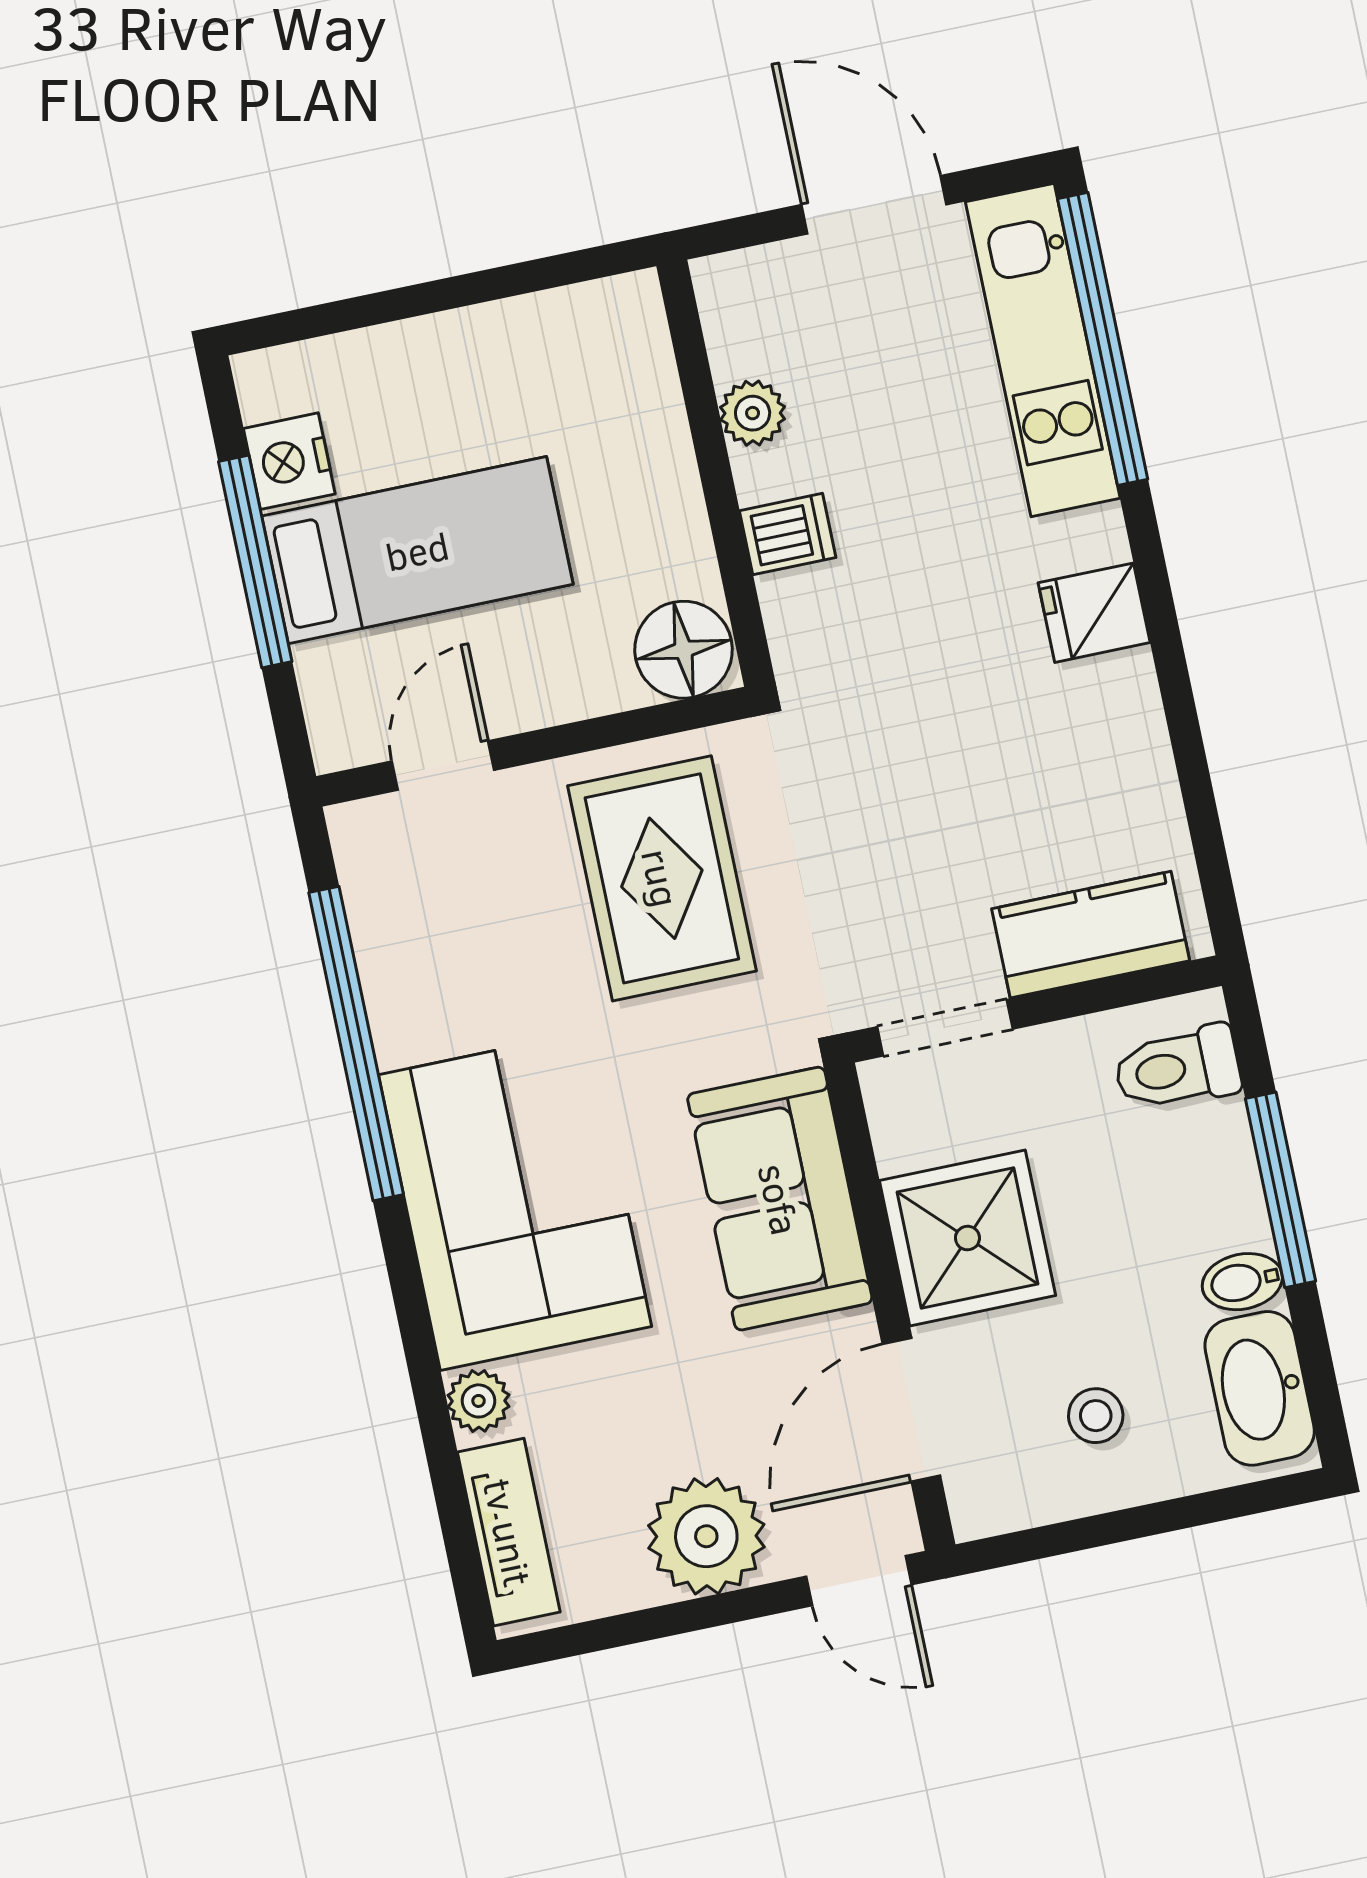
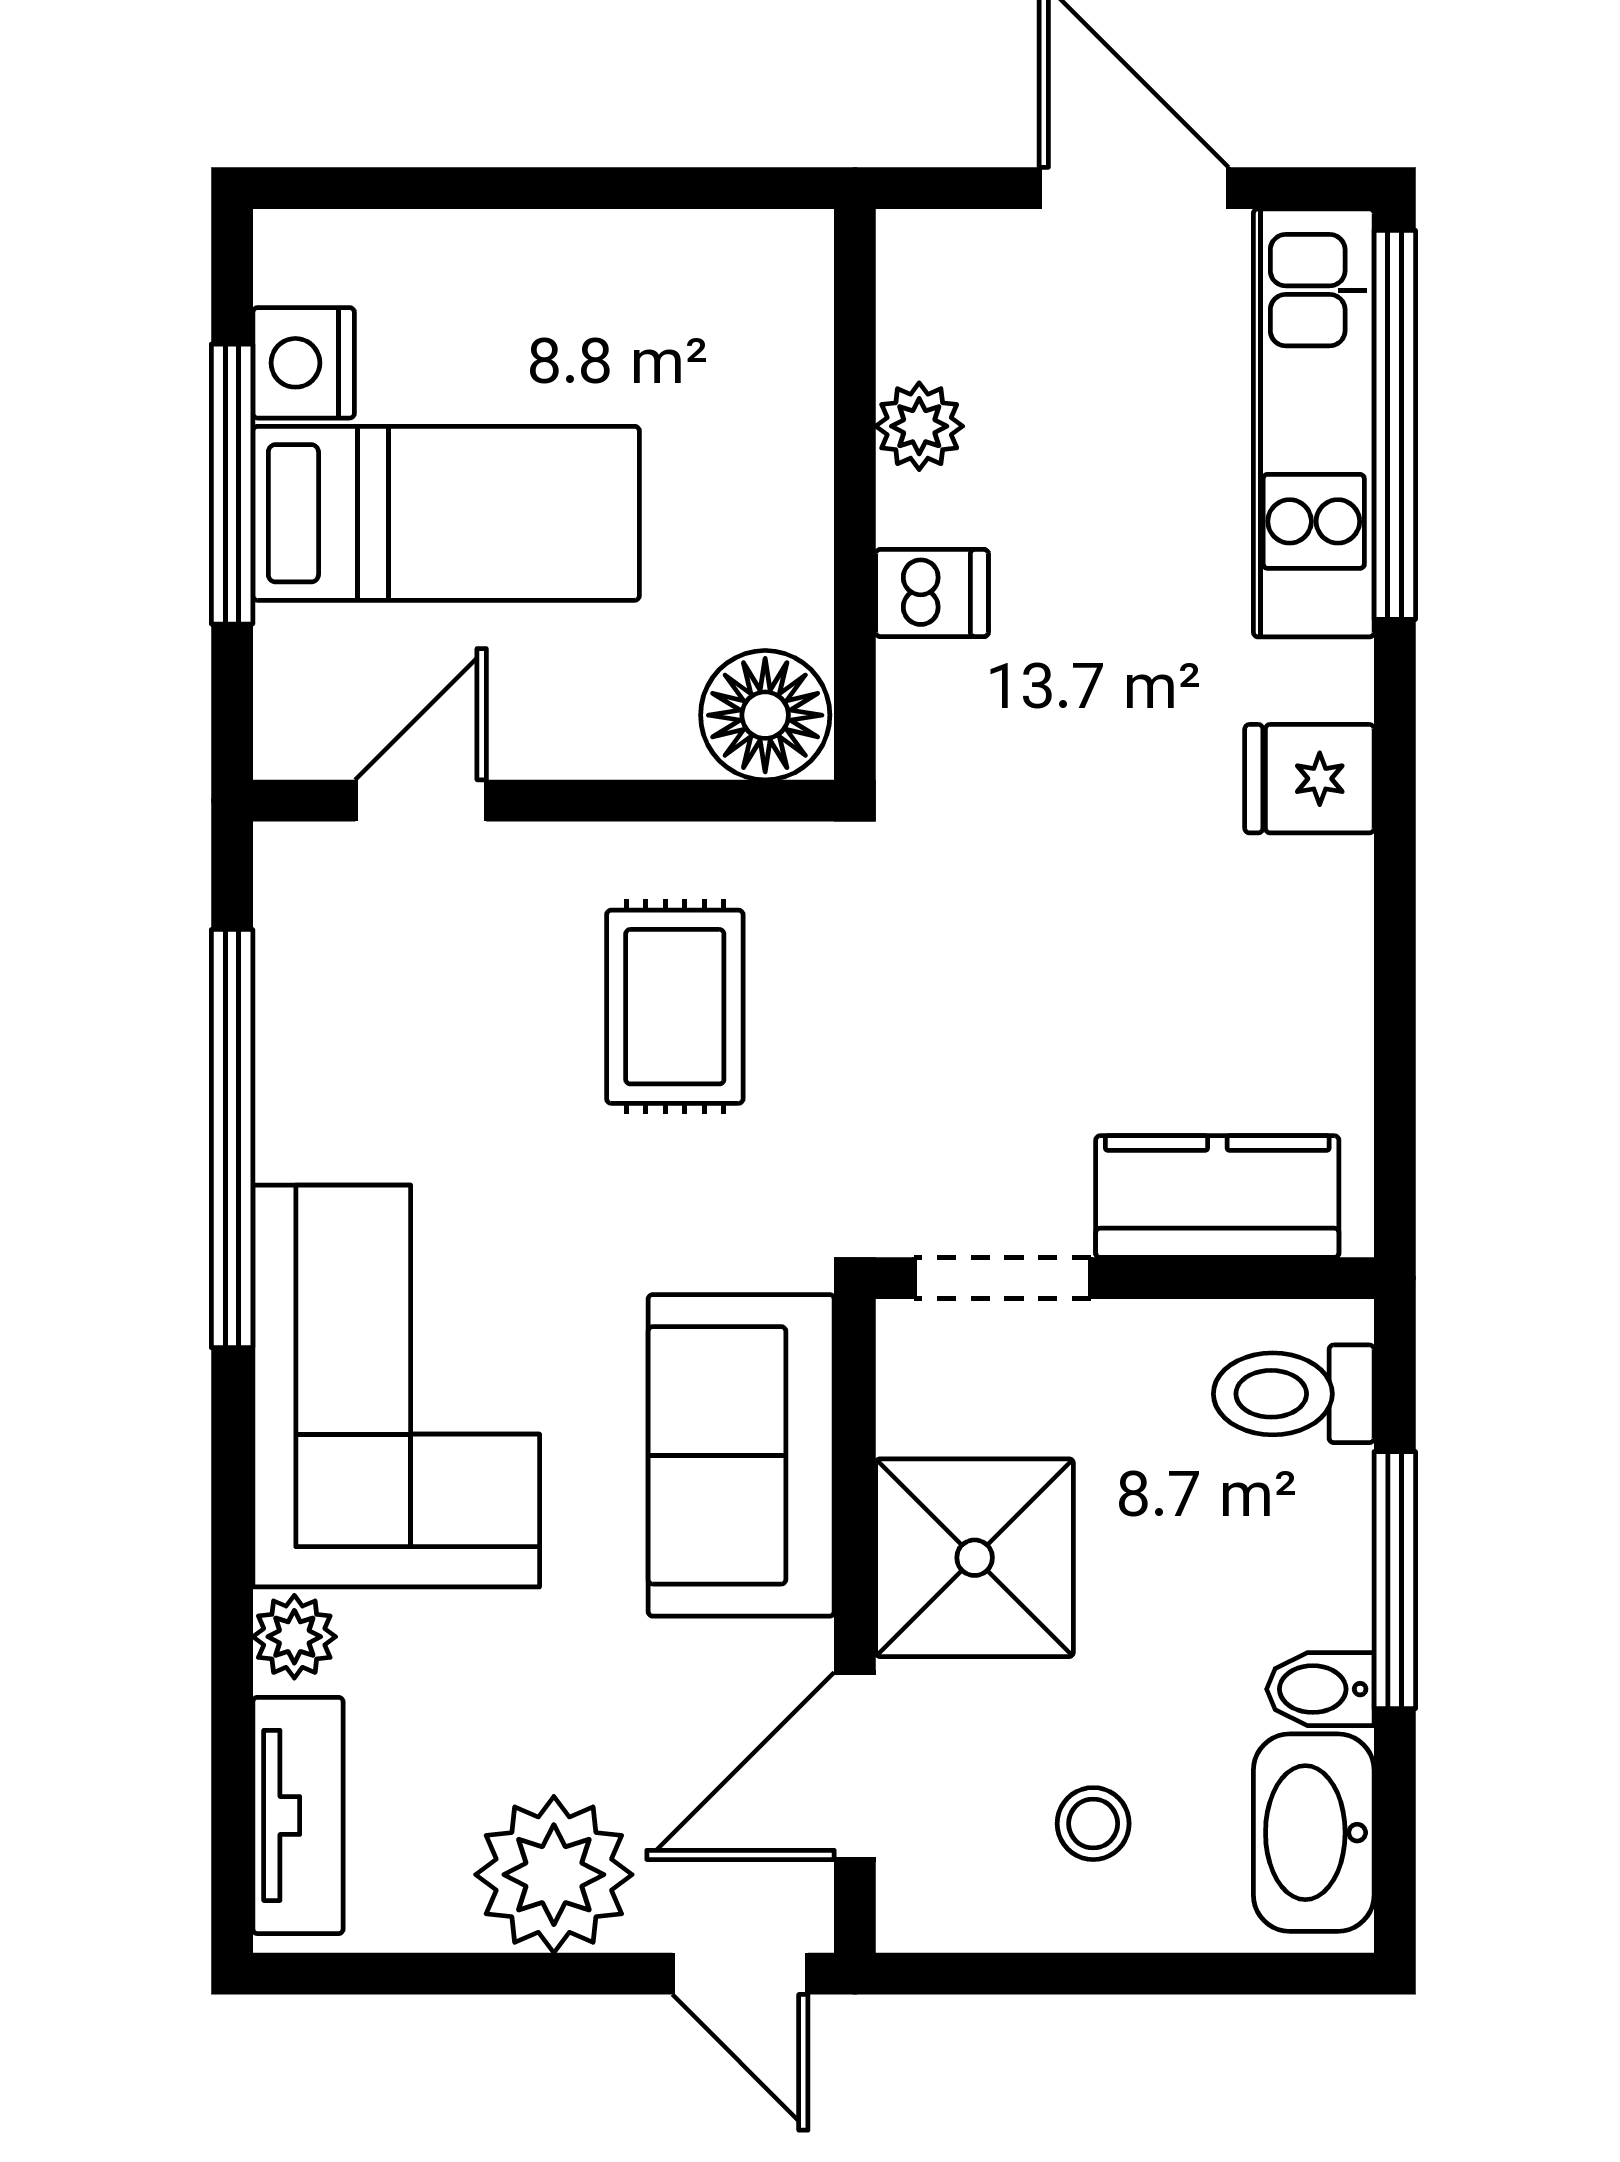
rug: (662, 878) -> (675, 1007), width x0.73, depth x0.70

